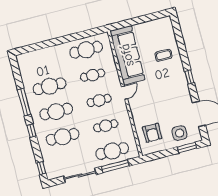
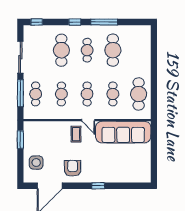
coffee table: (163, 55) -> (76, 134), moved
window: (189, 77) -> (98, 186), moved
cafe table: (56, 112) -> (87, 50), width x0.73, depth x0.74
armchair: (152, 133) -> (73, 168), moved, turned 90
window: (187, 148) -> (20, 140), moved
cafe table: (112, 151) -> (36, 94), width x0.73, depth x0.74

